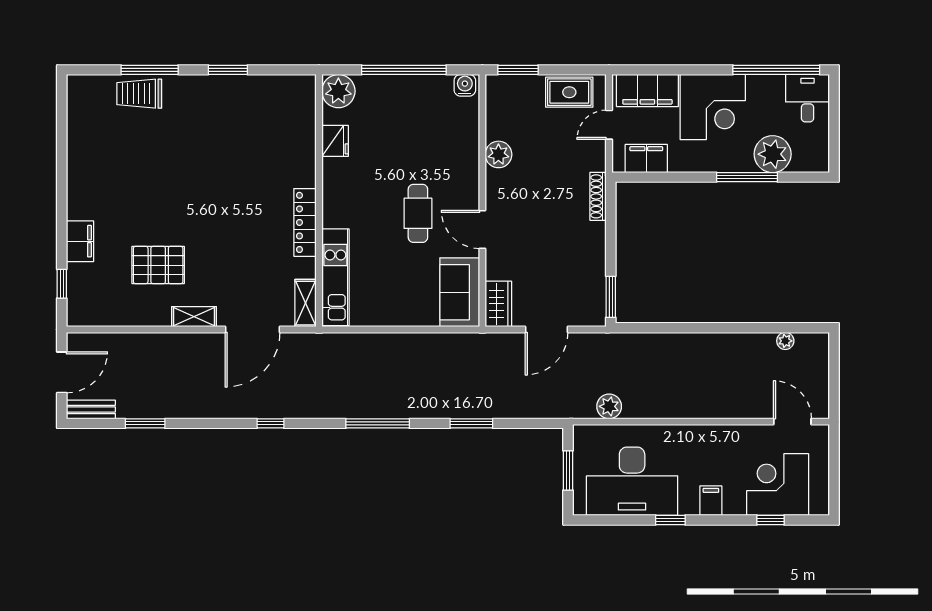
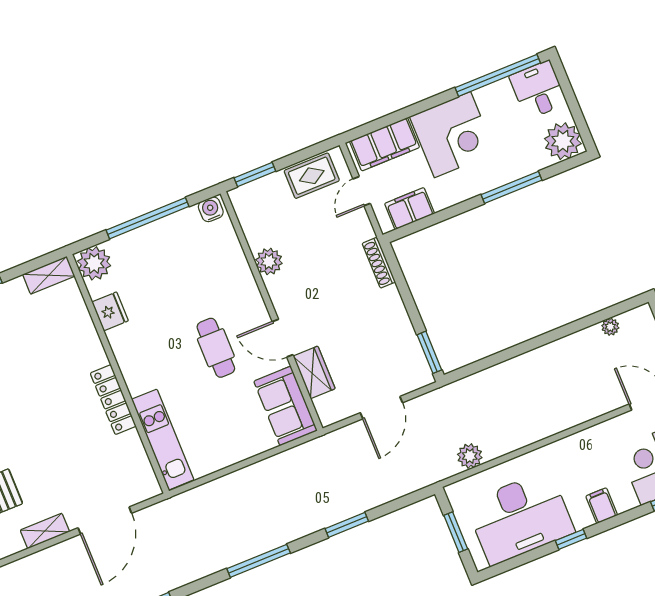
plant: (773, 154) -> (563, 141), moved
shelving: (306, 303) -> (49, 275), moved, turned 90
wardrobe: (498, 304) -> (314, 372), moved

